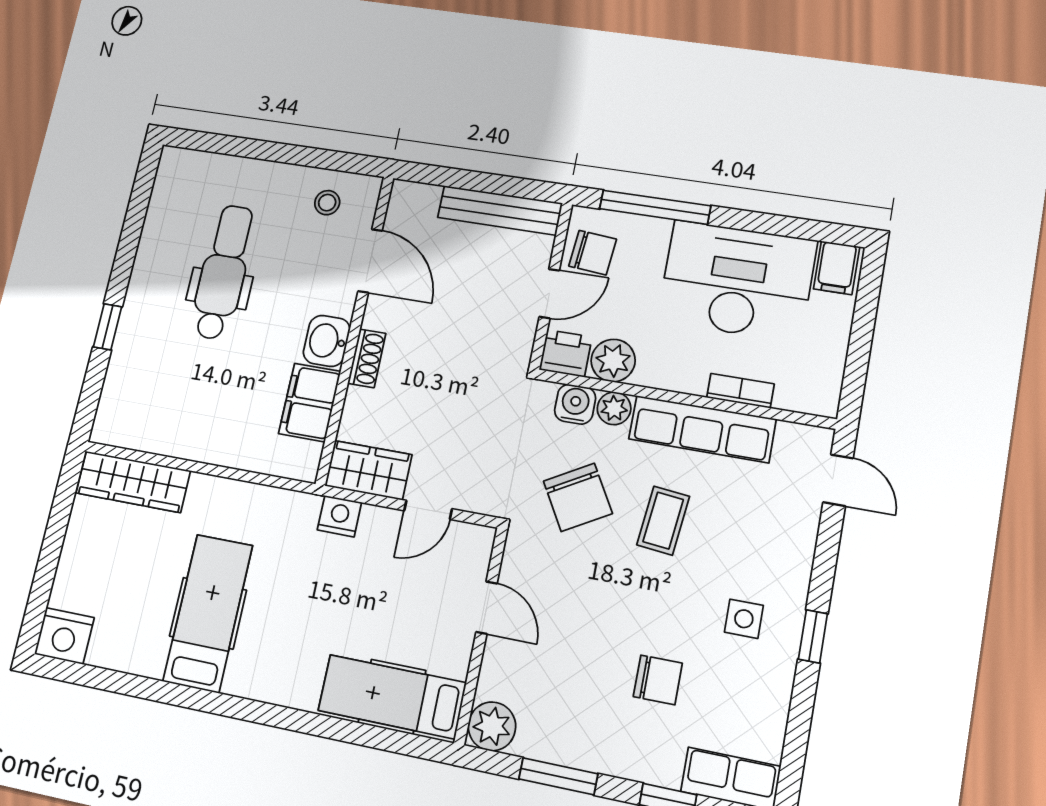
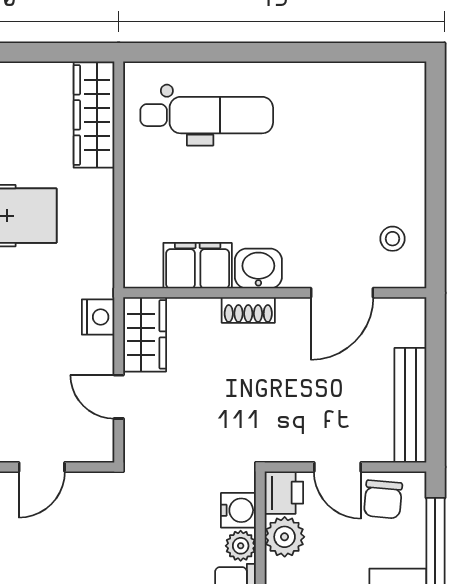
dental chair: (223, 272) -> (207, 115), moved
window: (107, 327) -> (236, 52), removed
chair: (578, 497) -> (154, 529), removed

